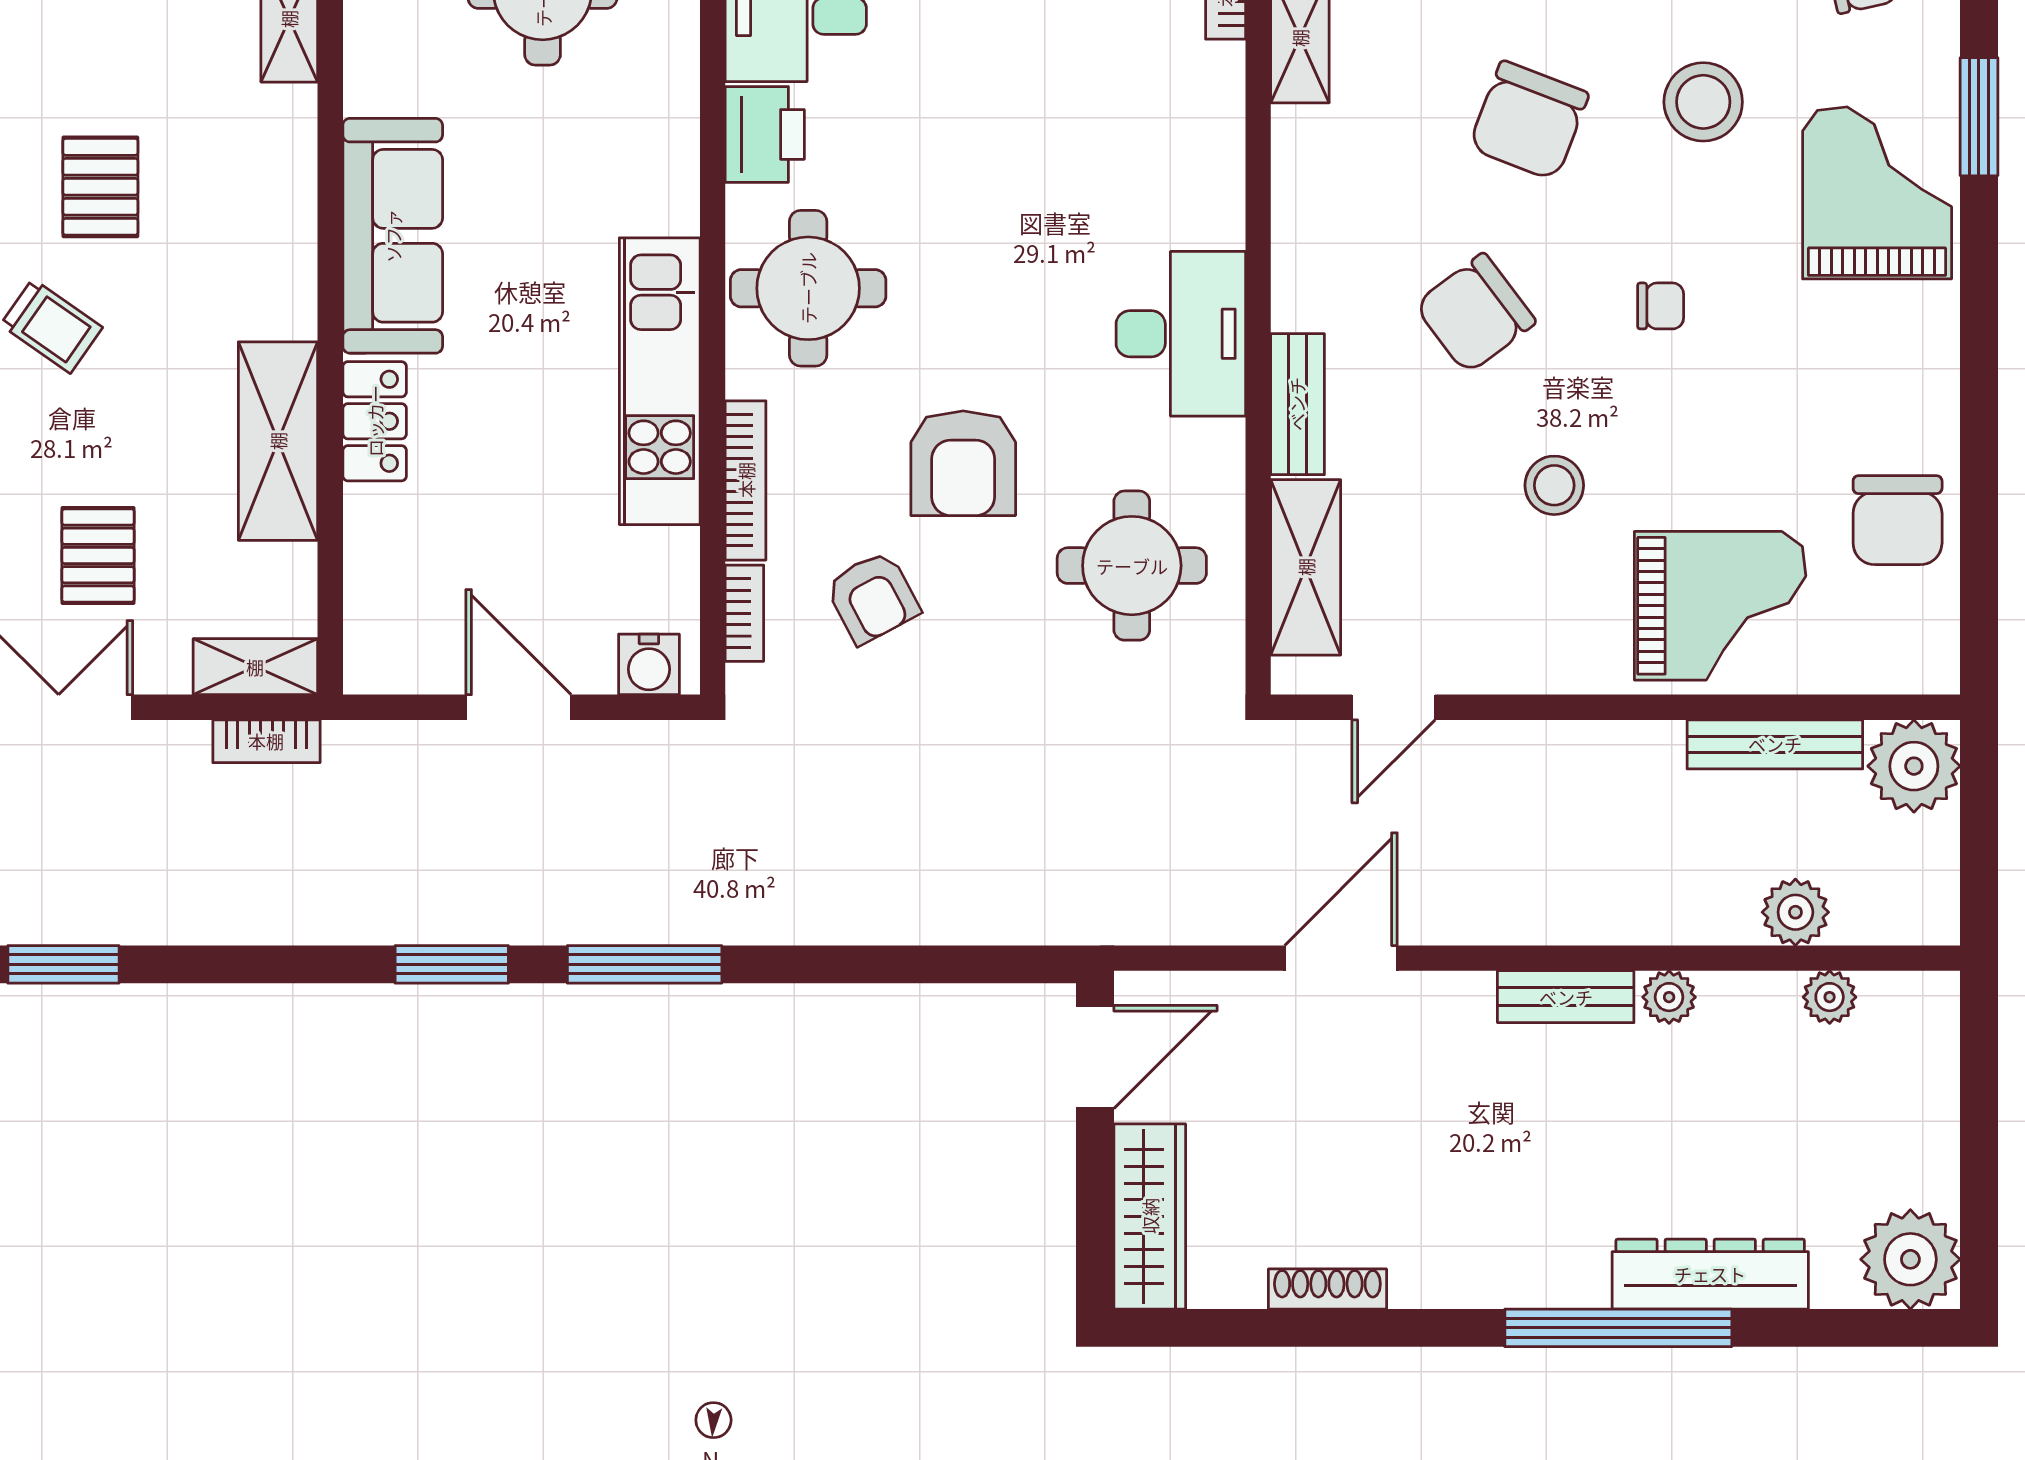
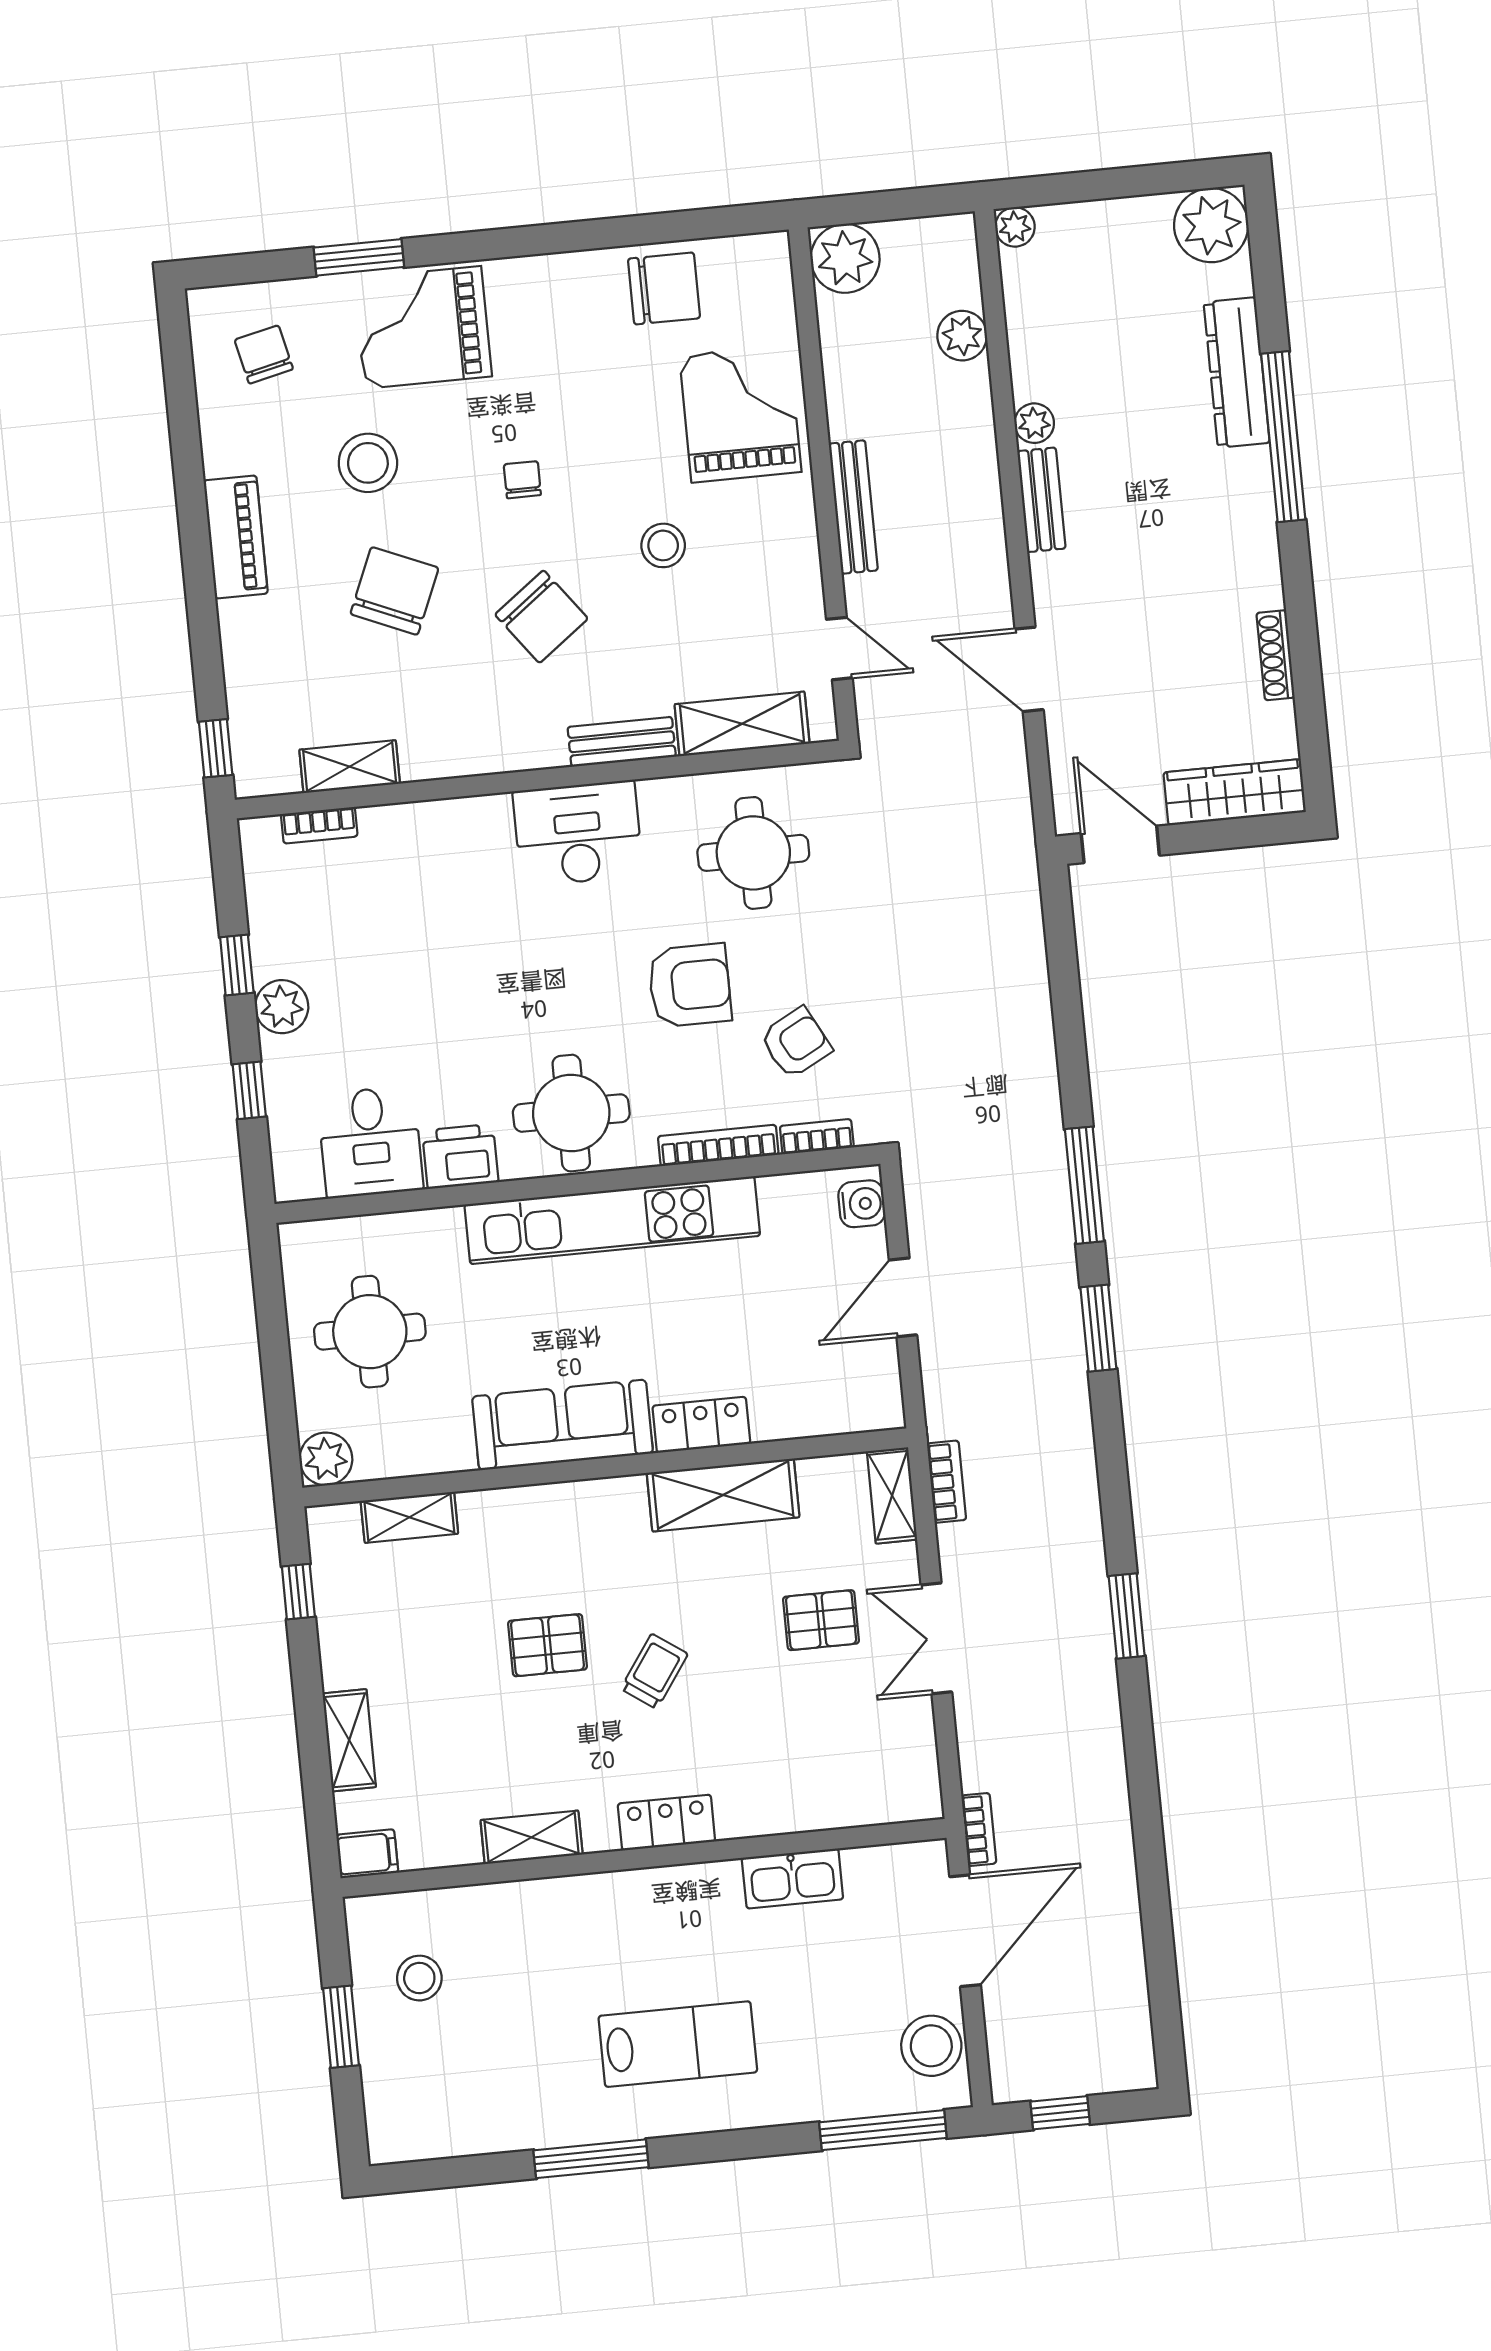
chair: (1529, 121) -> (394, 591), turned -88
kitchen unit: (660, 381) -> (612, 1220), width x1.36
bench: (1775, 744) -> (853, 507), moved
plant: (1830, 997) -> (1015, 227), moved

